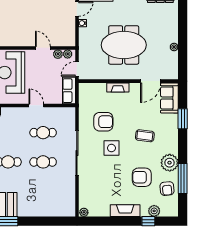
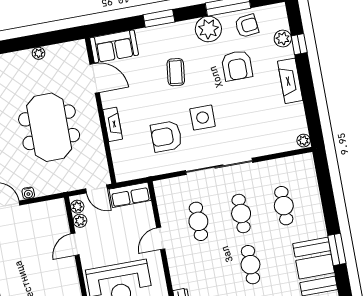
window: (183, 119) -> (159, 18), moved
armchair: (103, 122) -> (166, 136), turned -90
cafe table: (43, 191) -> (284, 206), added

